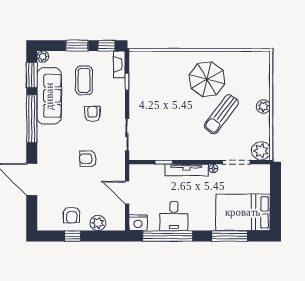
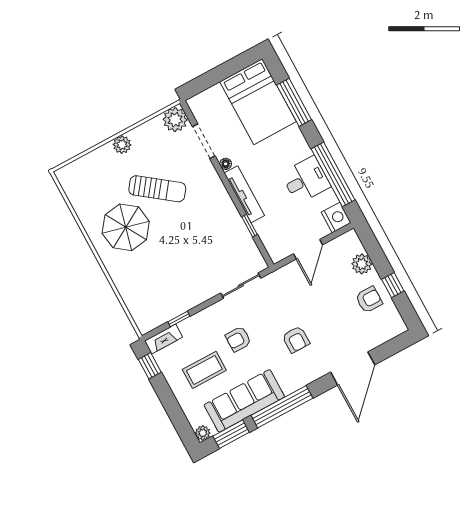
window: (77, 46) -> (168, 400), removed
armchair: (88, 159) -> (296, 339), moved

